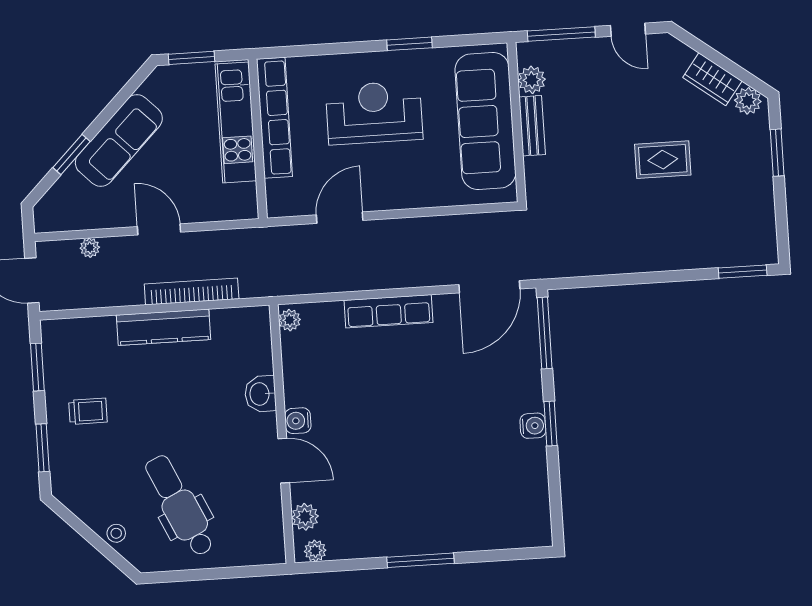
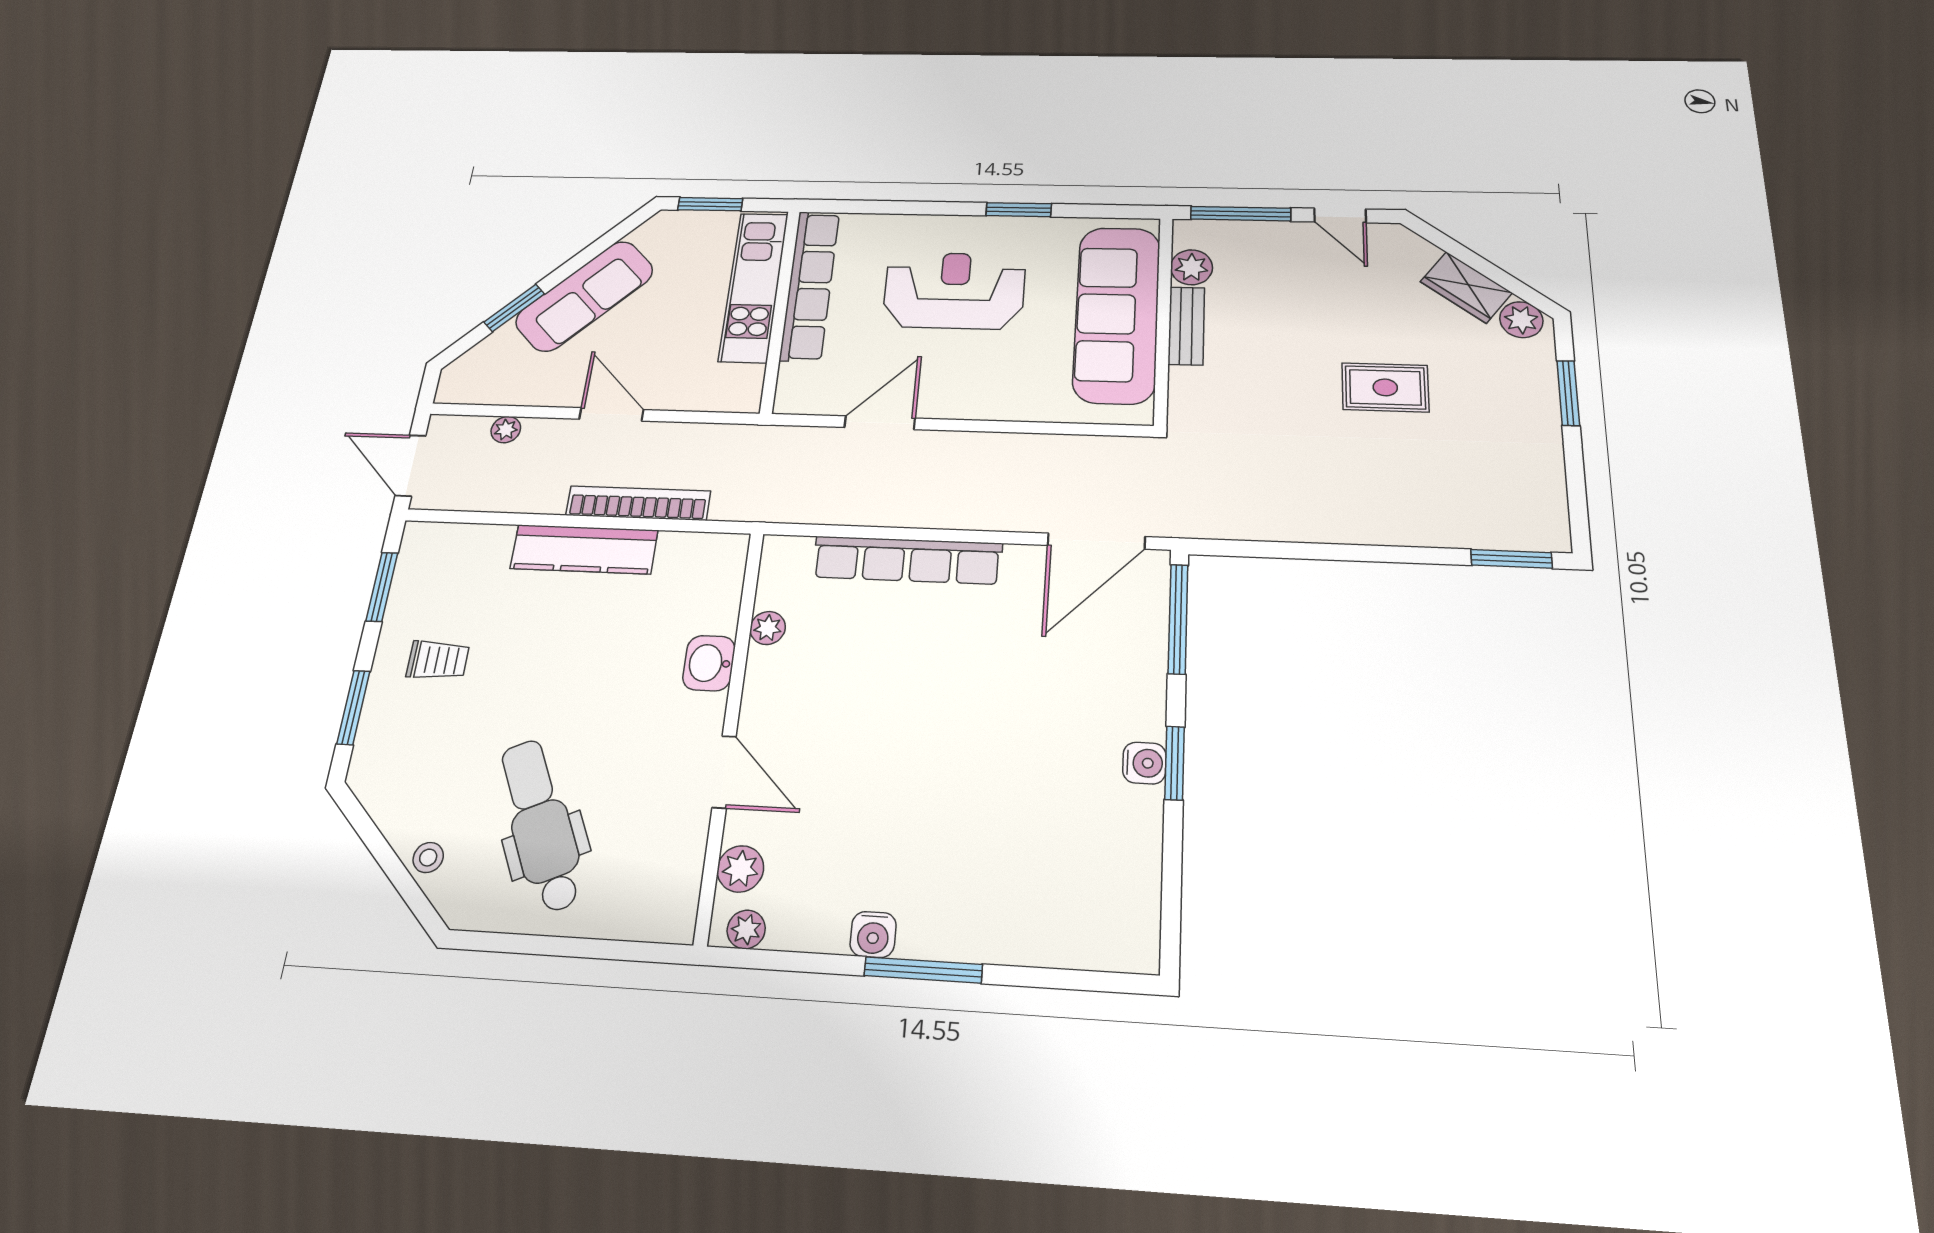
row of seats: (389, 311) -> (907, 560), width x1.36
plant: (290, 320) -> (768, 628), moved
water cooler: (298, 421) -> (873, 934), moved, turned -90

